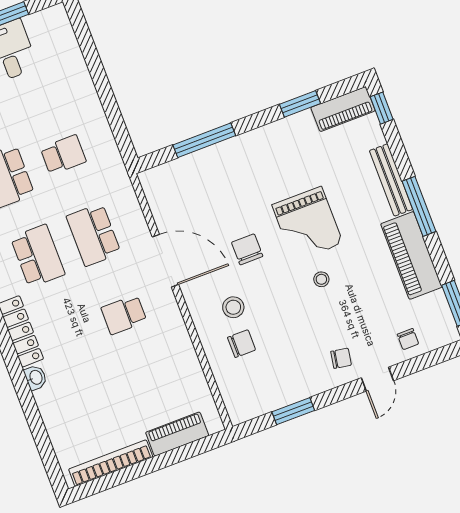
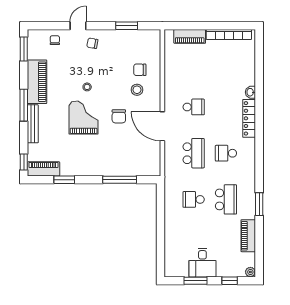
school desk: (38, 256) -> (226, 153), width x0.54

